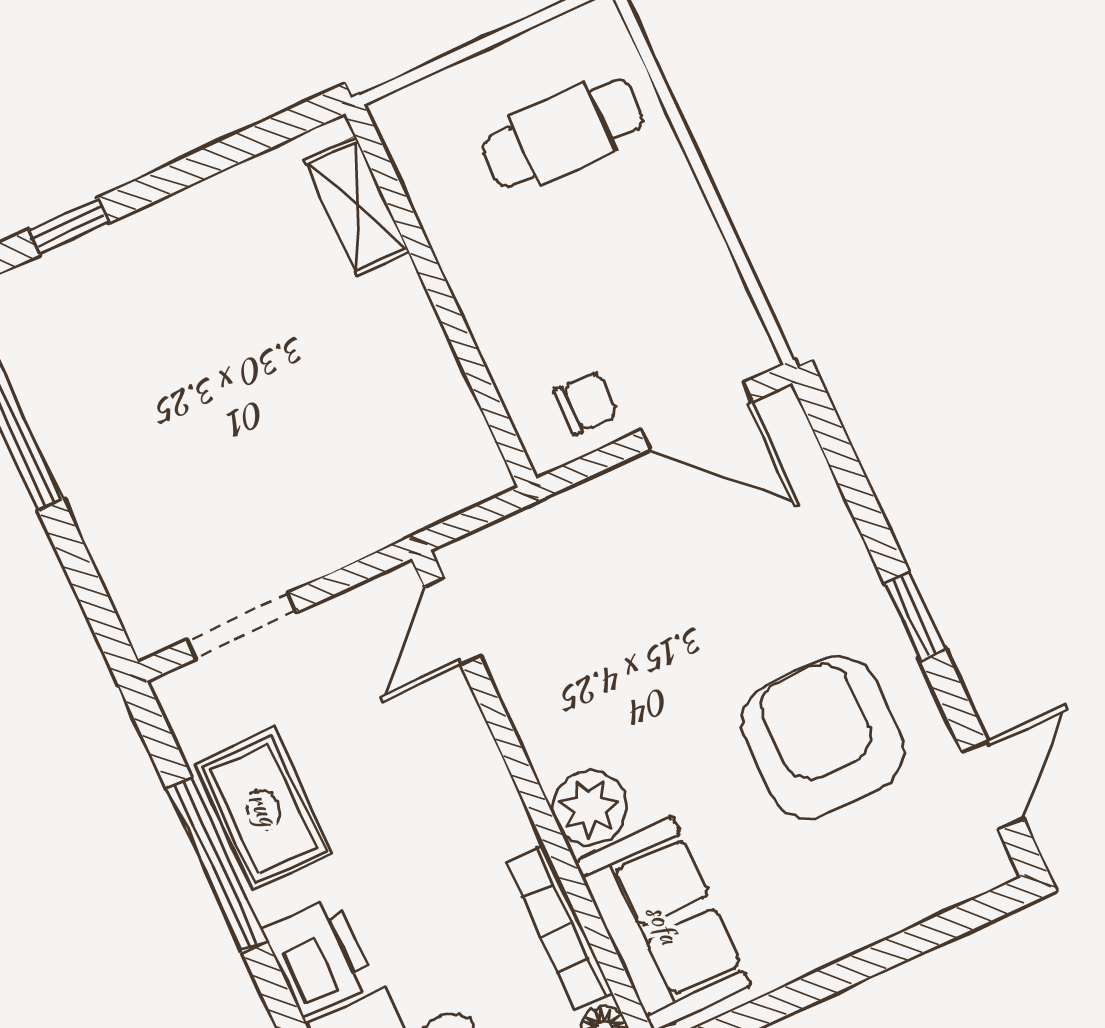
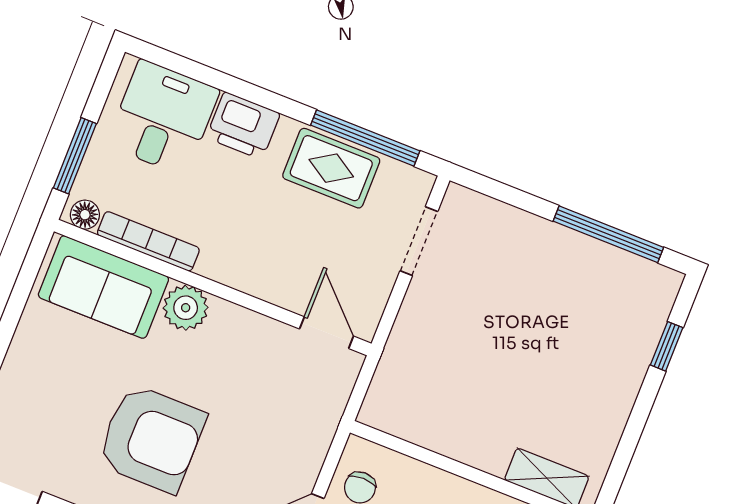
armchair: (823, 737) -> (151, 438), moved
window: (217, 865) -> (365, 138), moved

